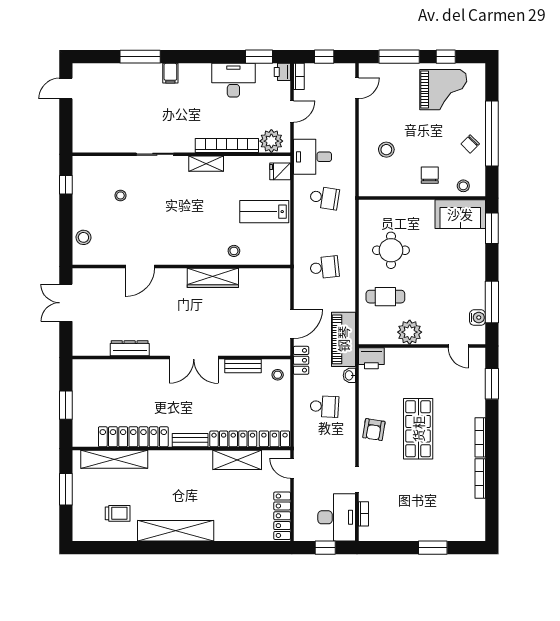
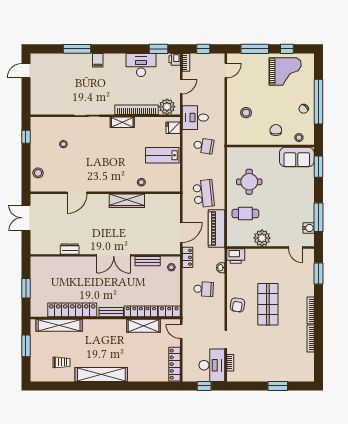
school desk: (324, 267) -> (204, 194), width x1.85
piano: (343, 339) -> (217, 228), moved
dresser: (130, 348) -> (70, 249), width x0.70

